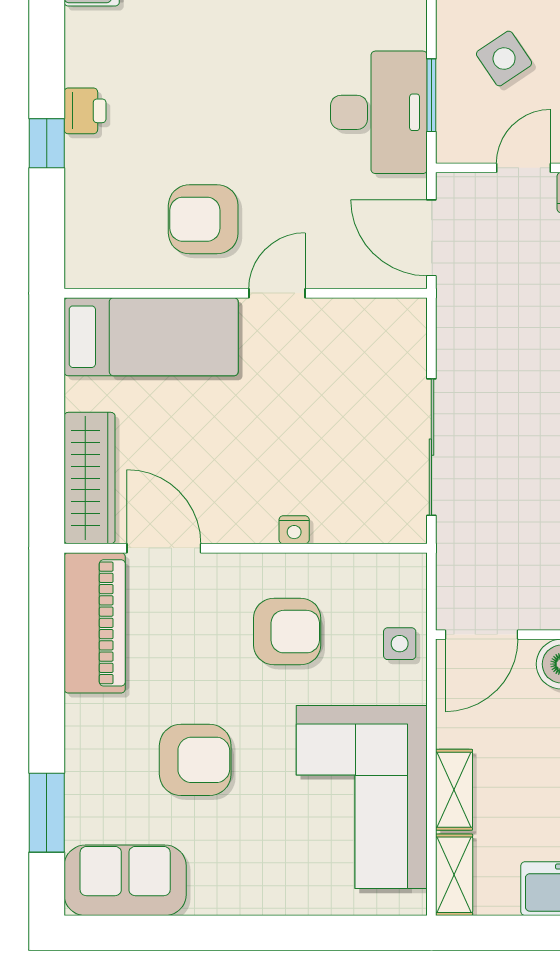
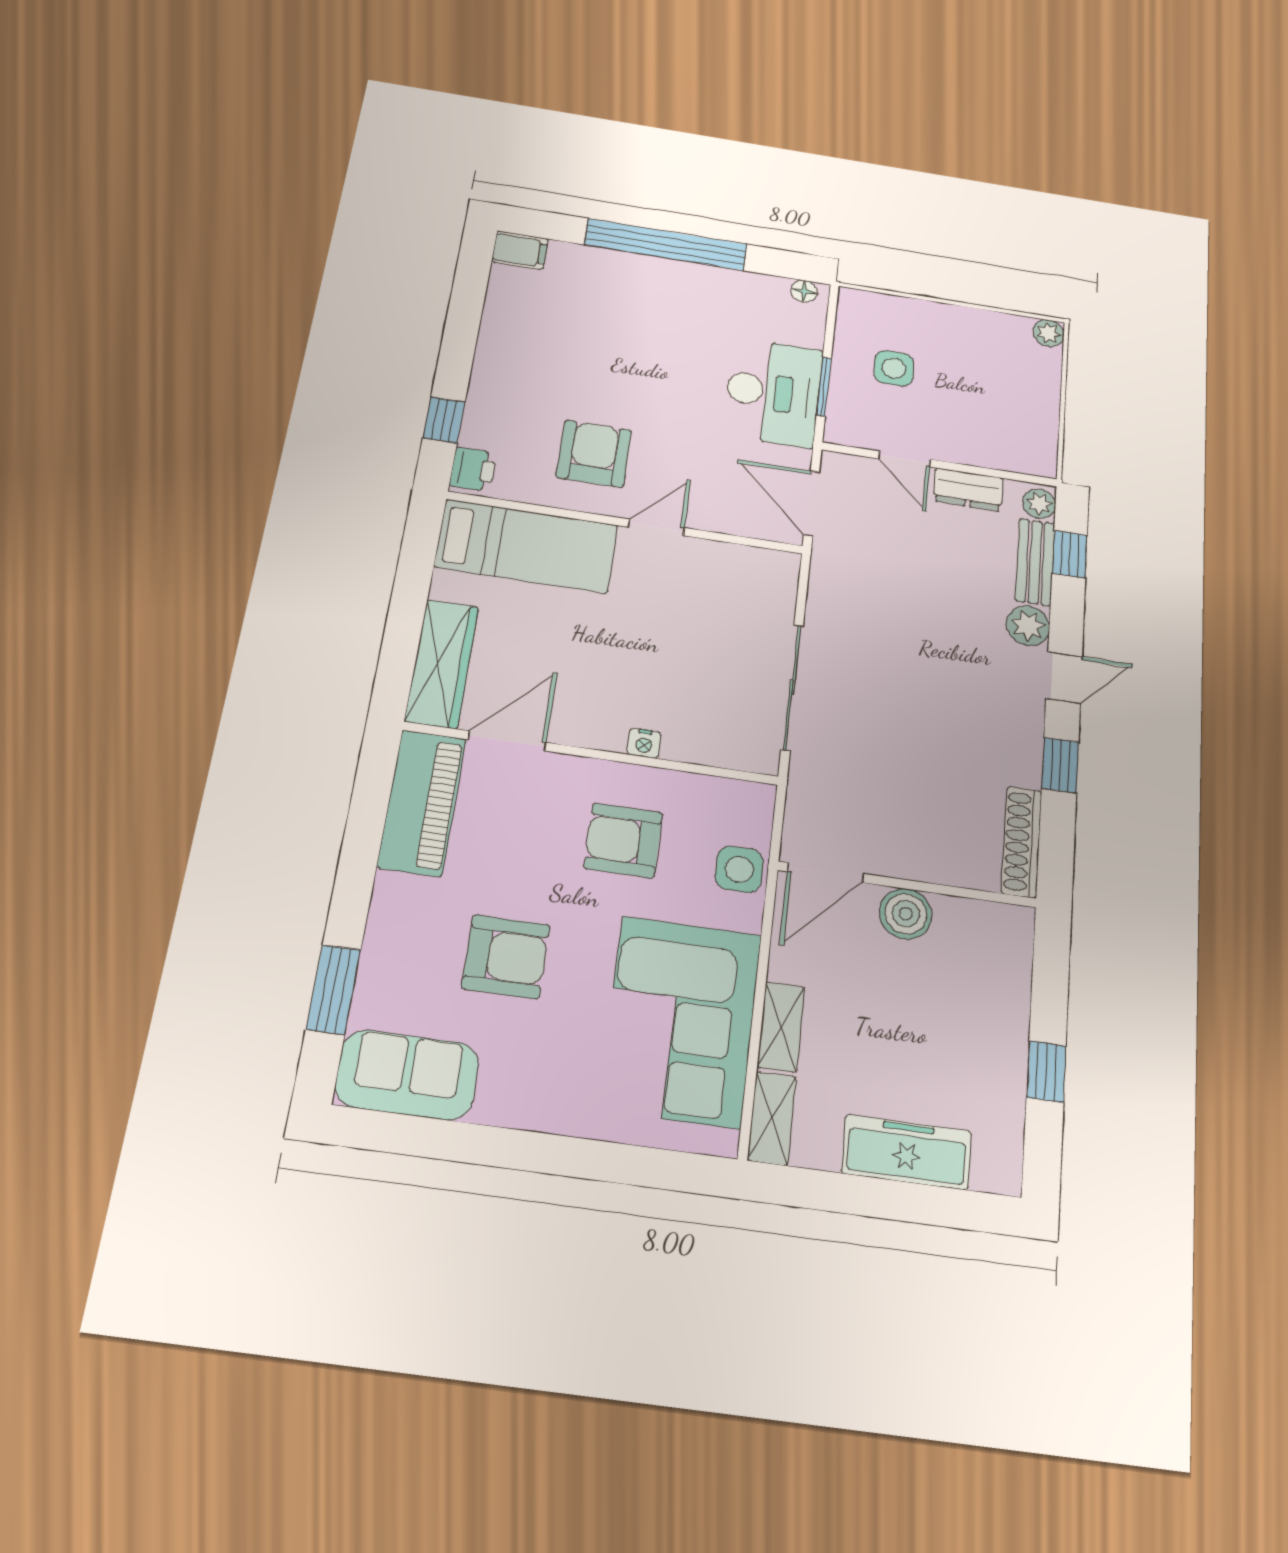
side table: (504, 59) -> (894, 368), turned 34
printer: (85, 111) -> (473, 469), moved
window: (47, 143) -> (444, 420), moved
door: (524, 168) -> (904, 459), swing flipped
armchair: (203, 219) -> (594, 454), turned 90
door: (164, 548) -> (507, 741), hinge flipped
armchair: (287, 632) -> (623, 840), turned 180
side table: (400, 644) -> (739, 869), width x1.37, depth x1.37

